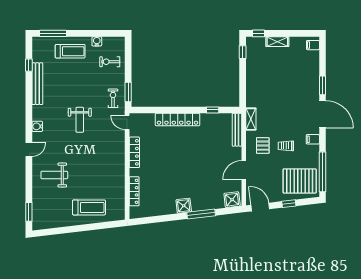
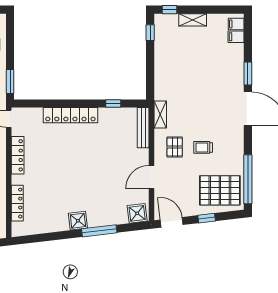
filing cabinet: (313, 139) -> (236, 37), moved

